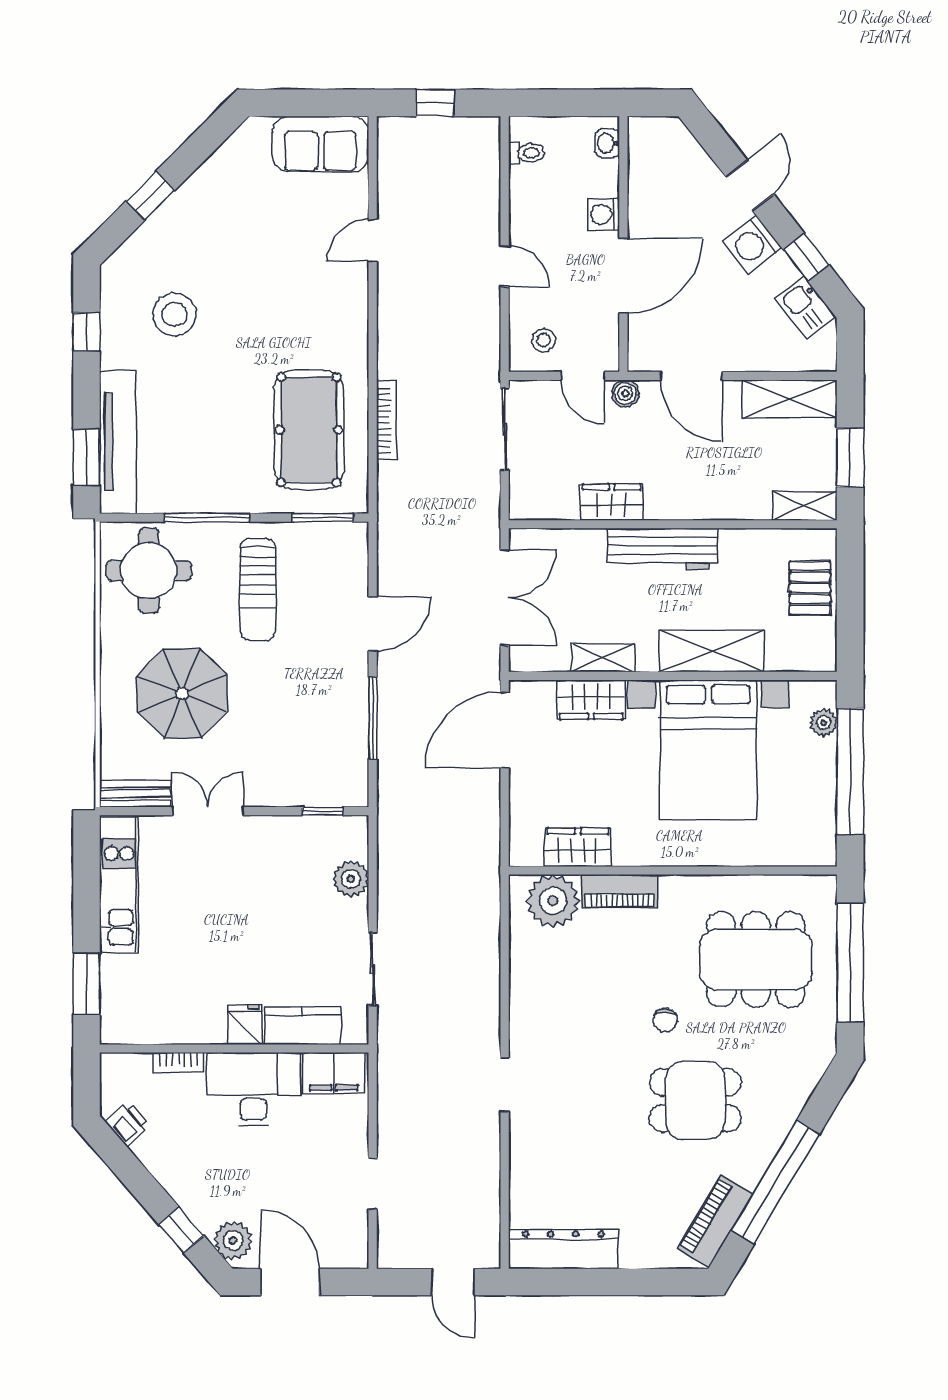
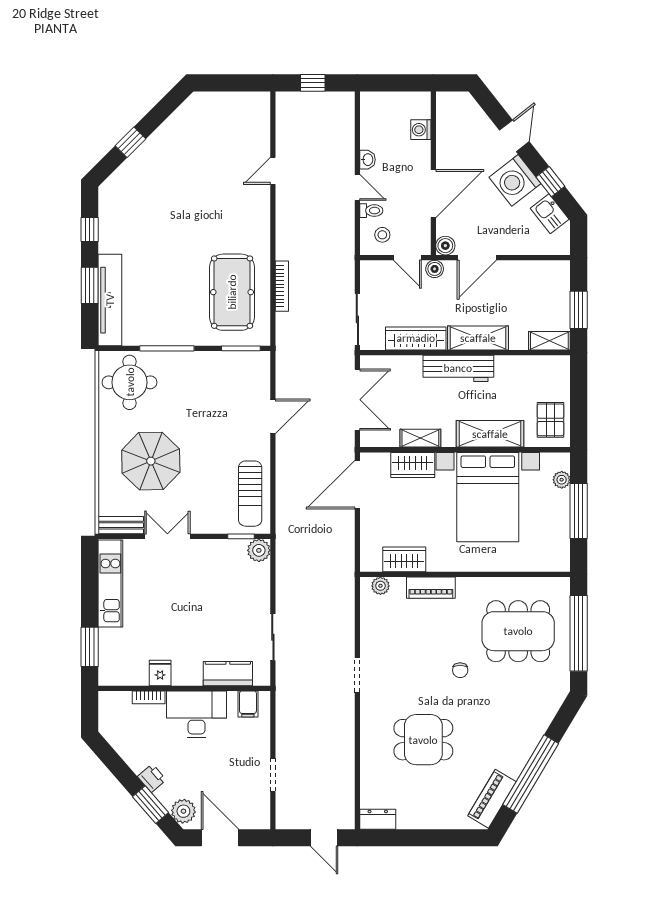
washbasin: (607, 143) -> (367, 160), moved, turned 180
sofa: (321, 144) -> (240, 109), removed
toilet: (526, 153) -> (371, 211), moved
washing machine: (604, 214) -> (421, 130), moved
washing machine: (752, 244) -> (515, 180), width x1.37, depth x1.37
stool: (174, 314) -> (146, 218), removed
boiler: (642, 357) -> (445, 246), added
door: (691, 376) -> (477, 258), hinge flipped
shelving: (789, 399) -> (478, 338), moved
sliding door: (505, 429) -> (357, 319), moved
window: (86, 458) -> (90, 285), moved
wardrobe: (612, 502) -> (416, 338), width x1.50
pallet: (810, 588) -> (550, 420), moved
sun lounger: (258, 589) -> (250, 494), moved
window: (373, 718) -> (273, 477), removed
window: (850, 772) -> (579, 511), width x0.68
plant: (351, 879) -> (259, 550), moved
plant: (553, 901) -> (380, 586), width x0.53, depth x0.53
fridge: (245, 1025) -> (160, 673), moved
filing cabinet: (334, 1073) -> (248, 704), width x0.50
doorway: (505, 1085) -> (357, 675), moved
dining table: (695, 1100) -> (423, 740), moved
printer: (127, 1124) -> (152, 778), moved
window: (182, 1230) -> (150, 805), width x1.50
dresser: (563, 1249) -> (378, 819), width x0.51, depth x0.80

